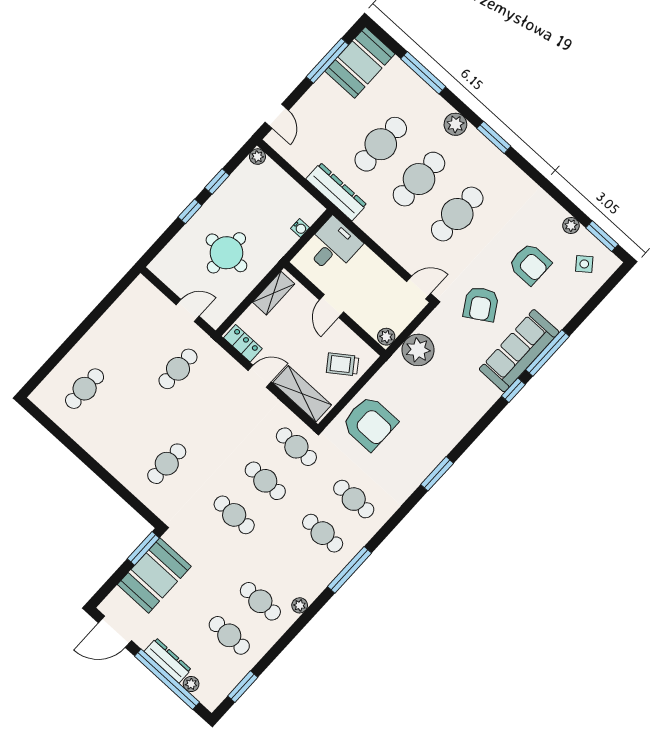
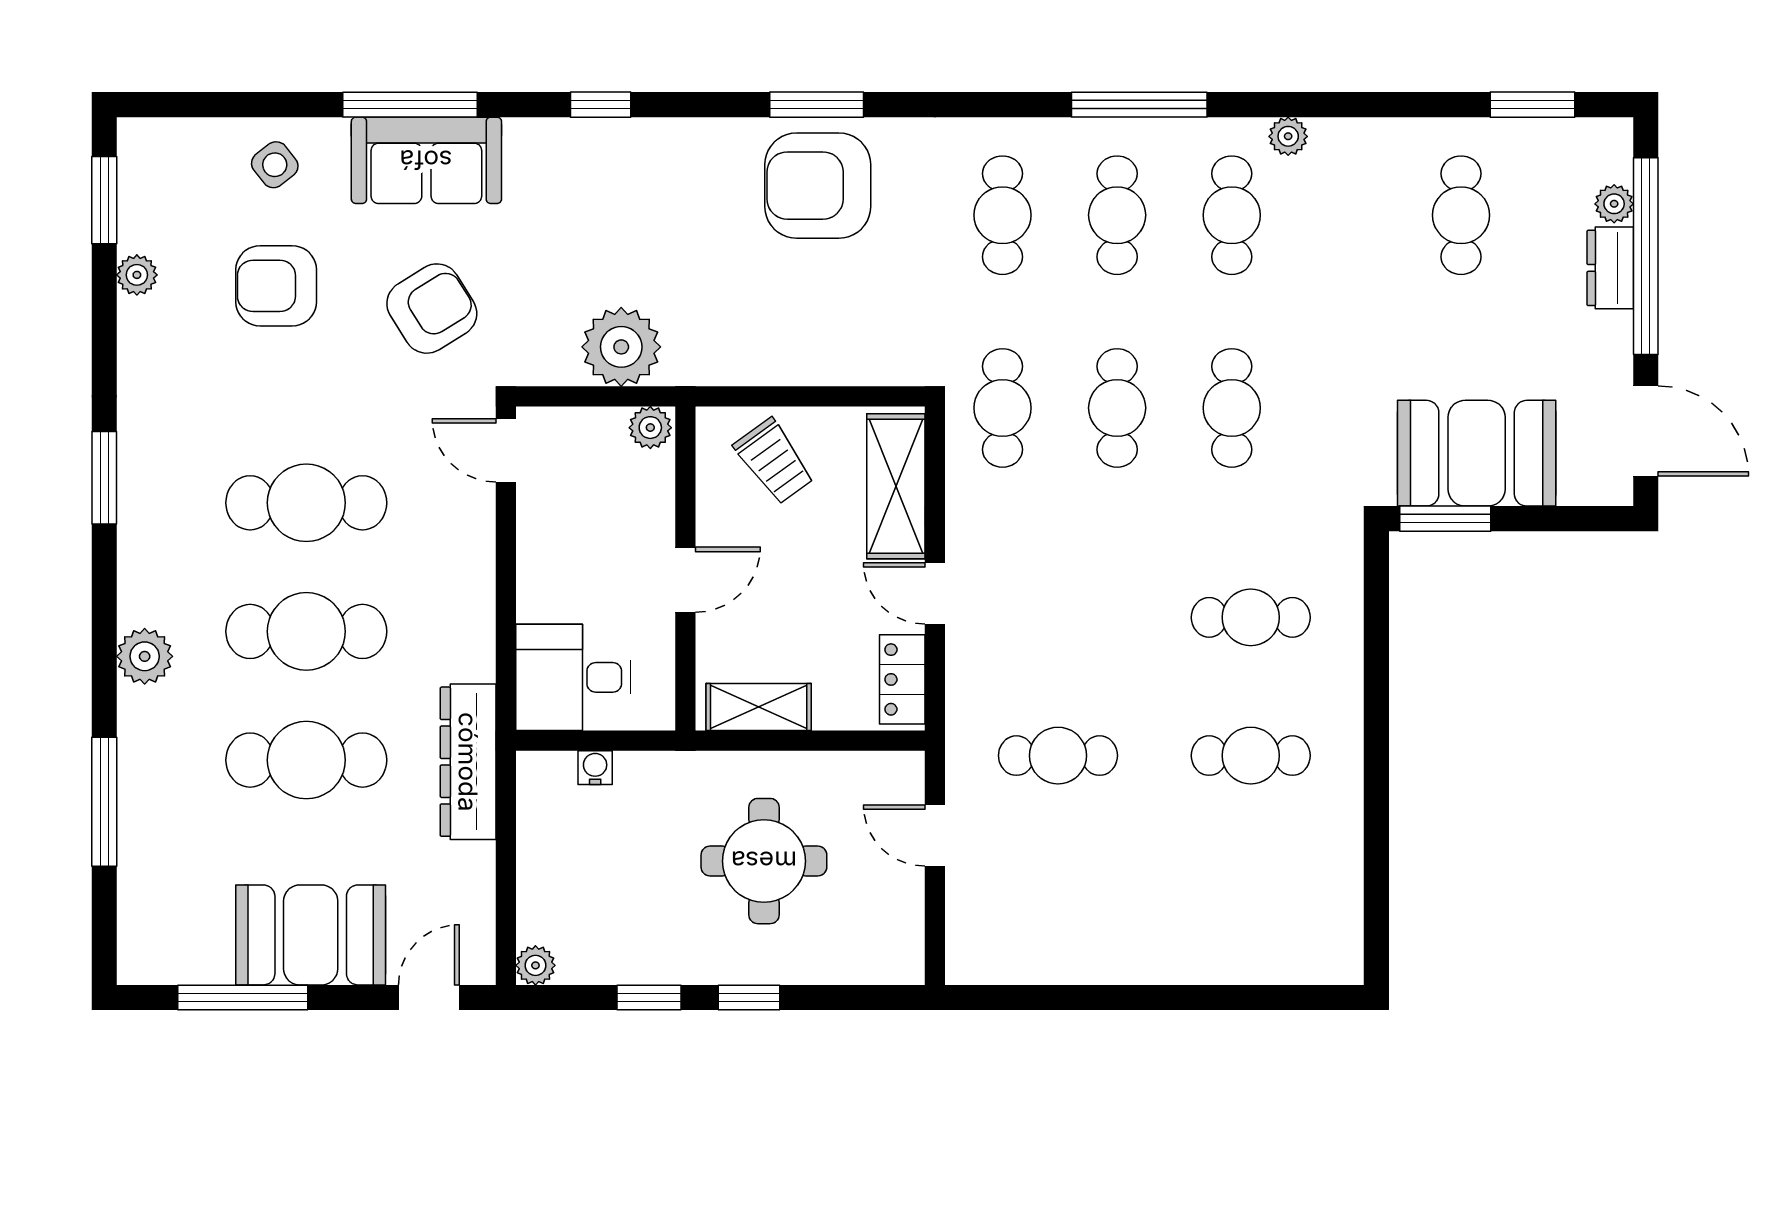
booth: (360, 63) -> (311, 935), moved
window: (494, 137) -> (104, 478), moved
armchair: (530, 264) -> (276, 286), turned -90
side table: (584, 264) -> (275, 165), moved
sofa: (519, 351) -> (426, 160), width x0.73
cafe table: (85, 389) -> (1251, 756), moved
window: (513, 390) -> (601, 105), moved
armchair: (370, 423) -> (818, 186), moved, turned -90
cafe table: (260, 601) -> (1232, 215), moved
dresser: (168, 661) -> (1610, 268), width x0.70

